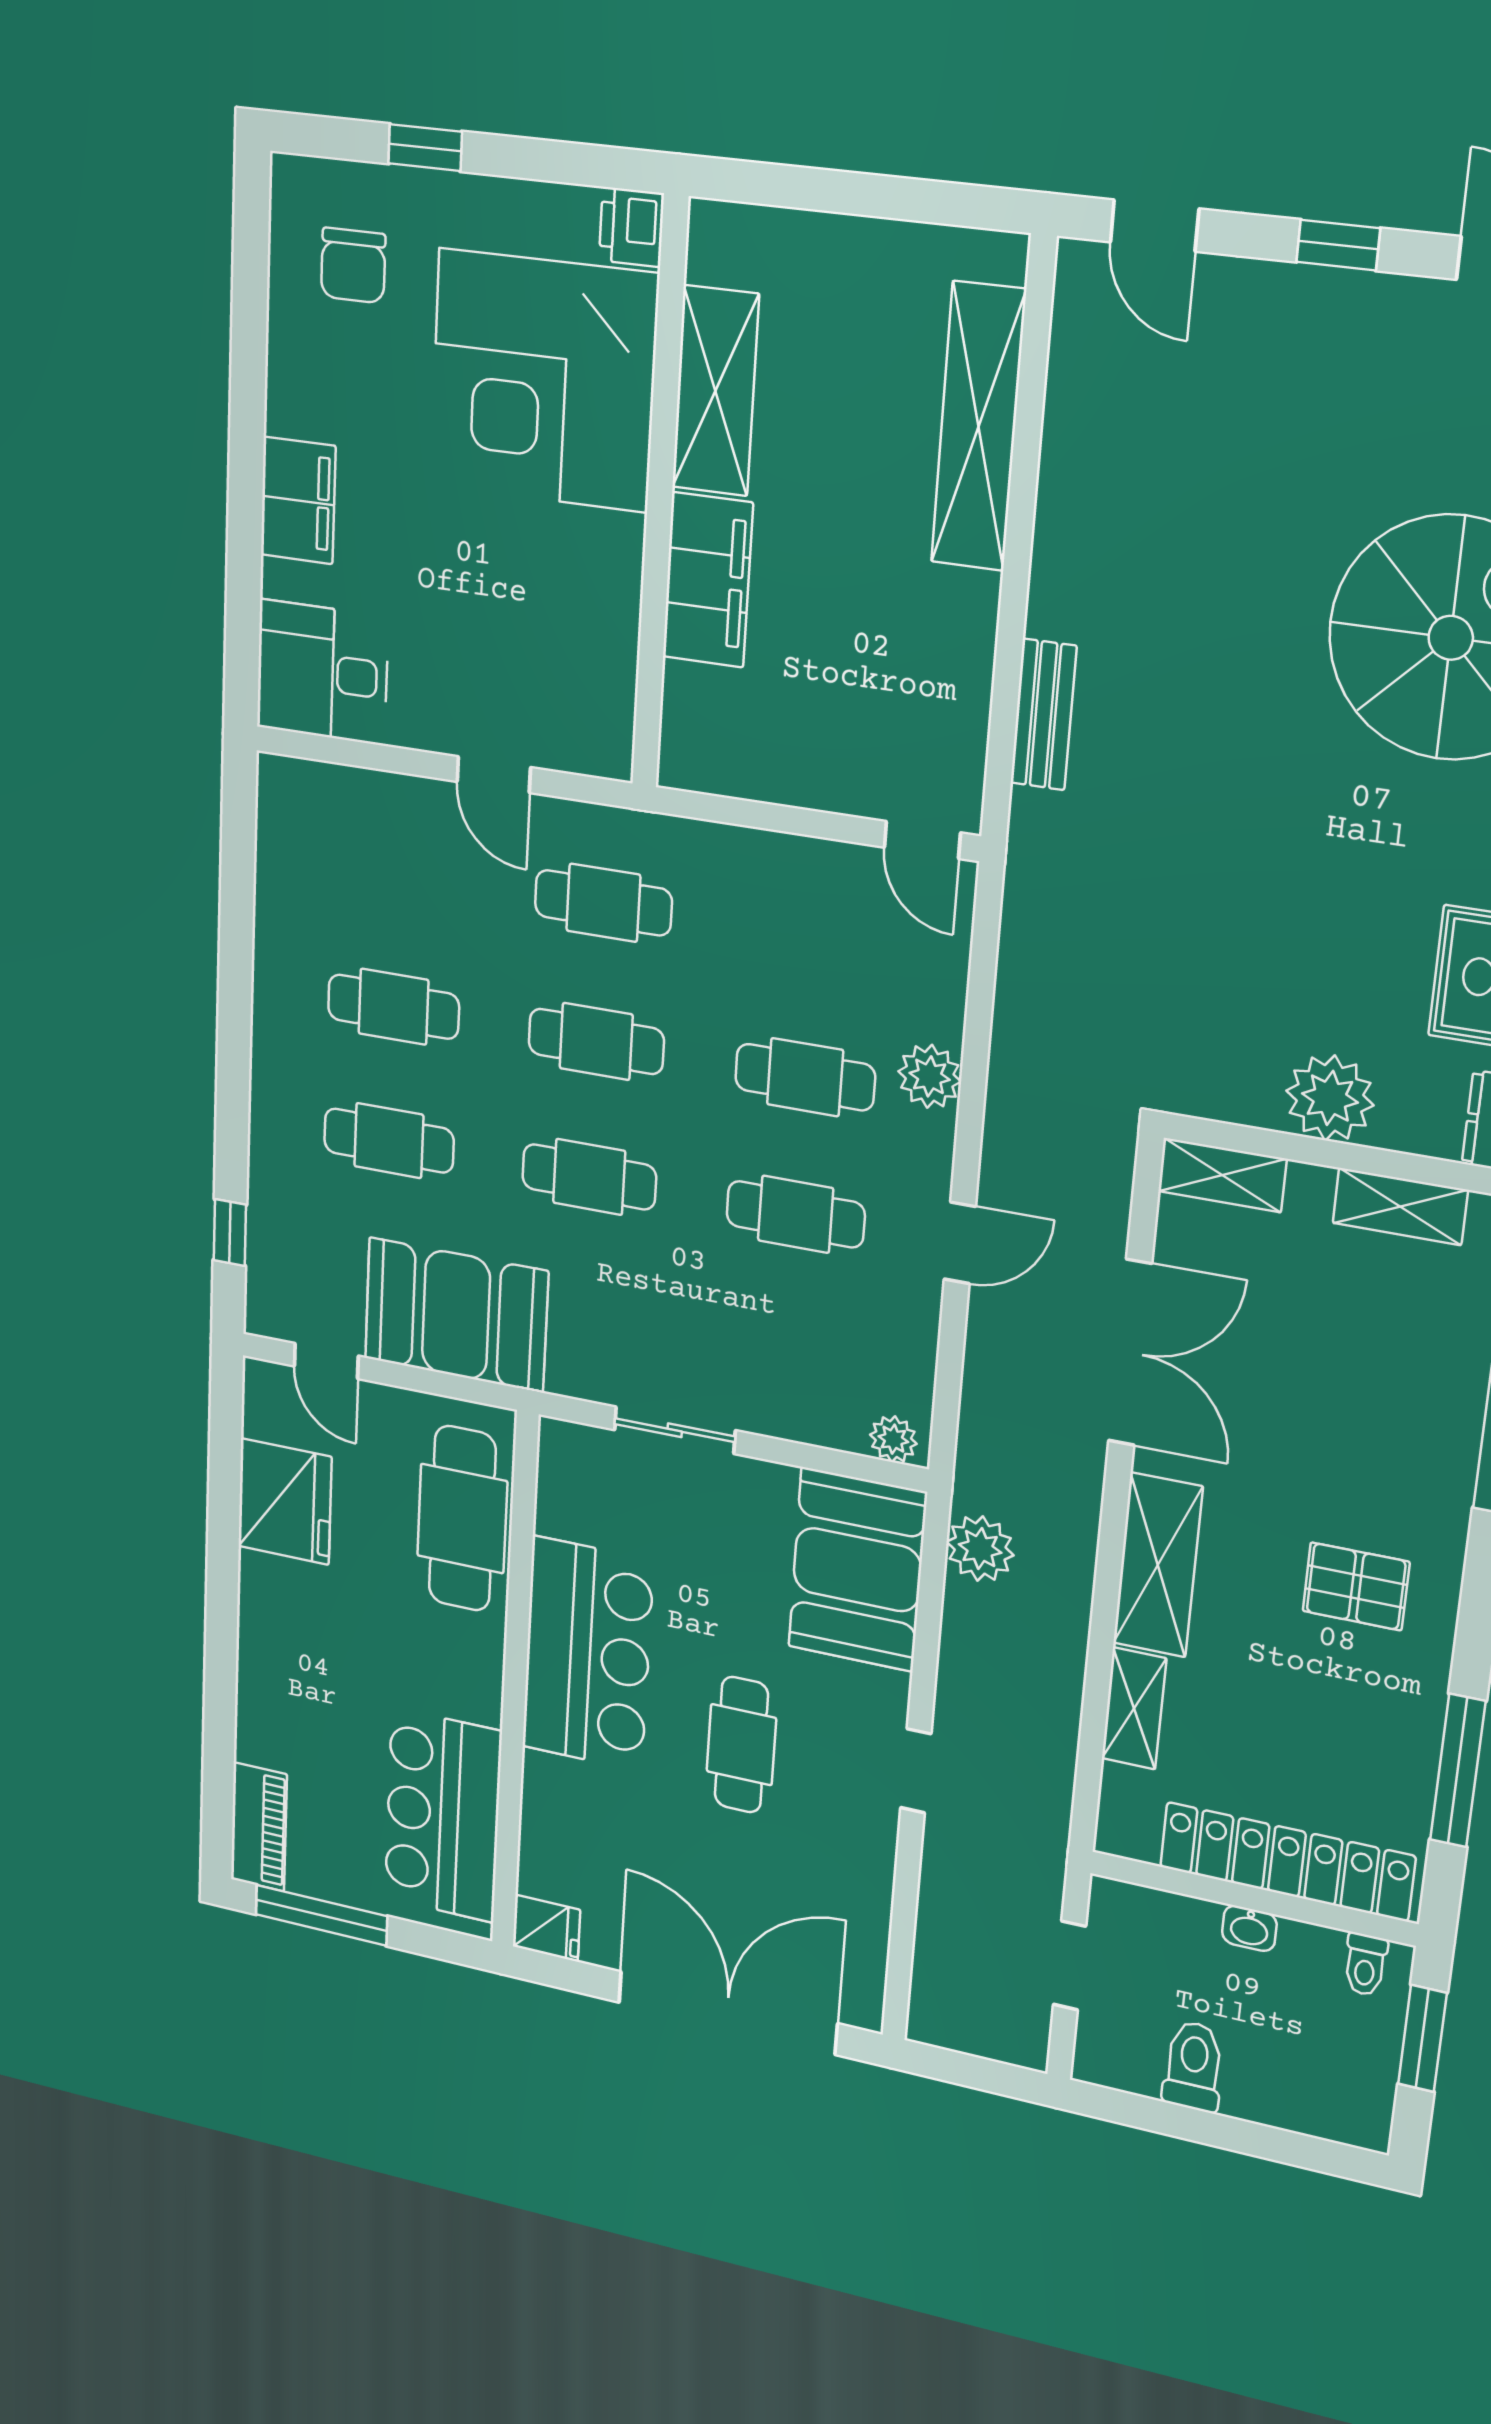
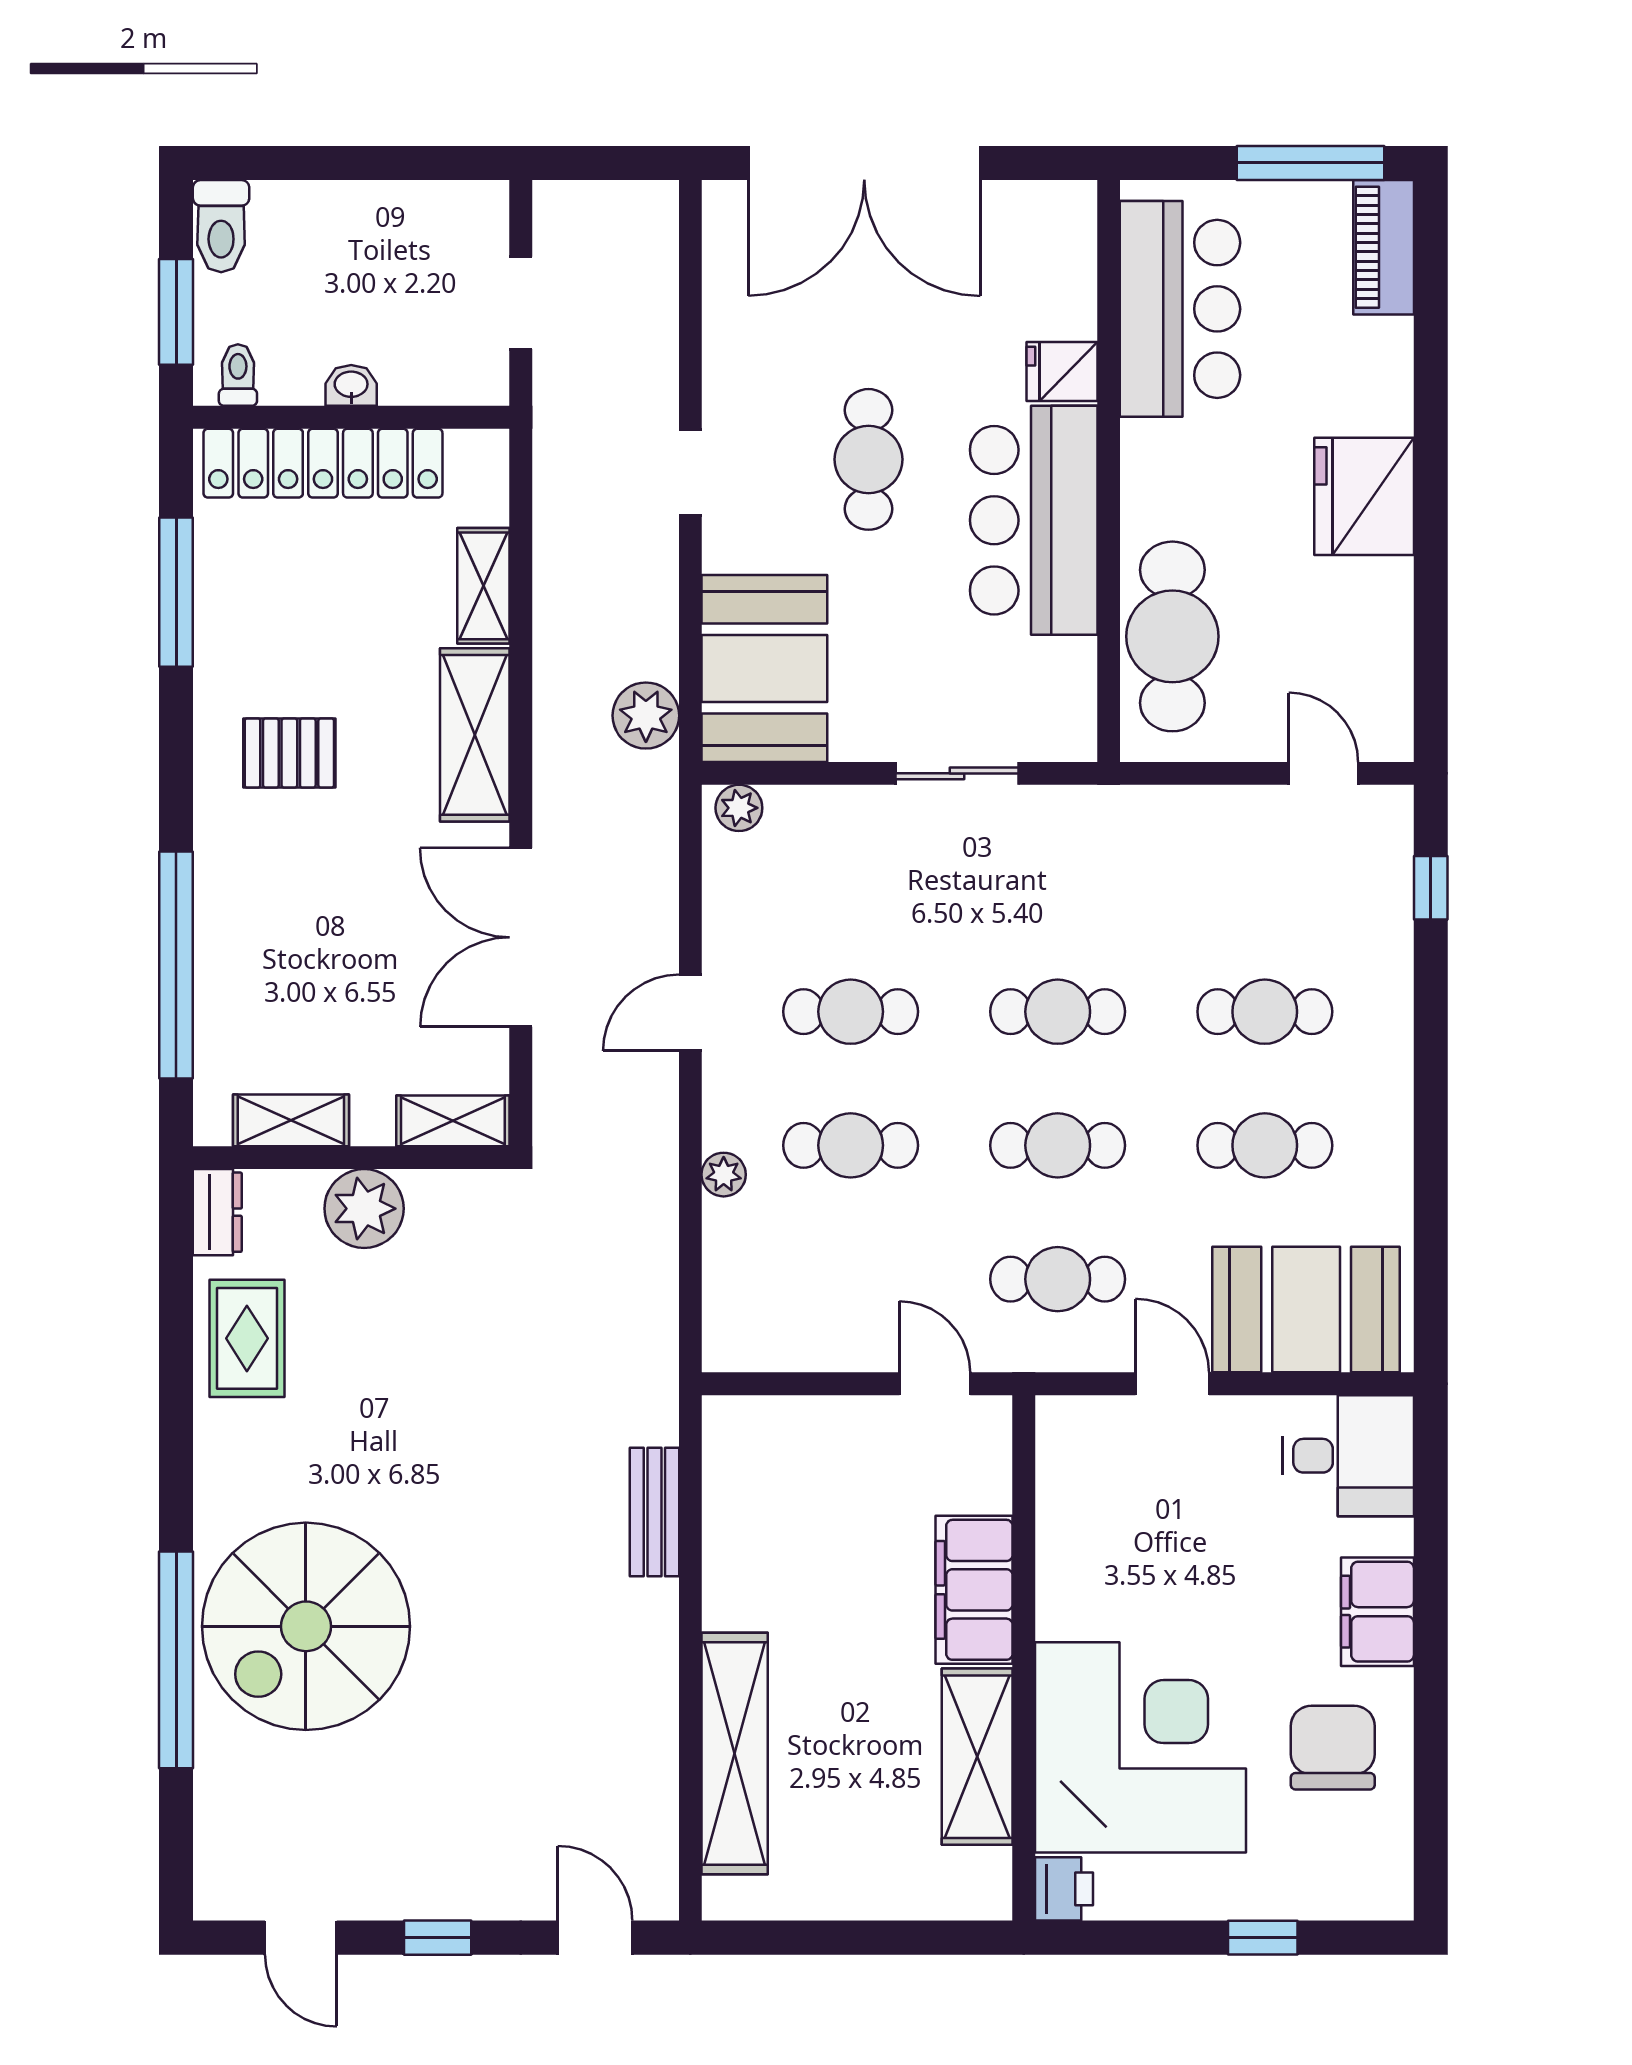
chair: (353, 265) -> (1333, 1748), moved, width x1.37, depth x1.37
door: (922, 840) -> (935, 1384), moved
plant: (930, 1076) -> (724, 1175), width x0.73, depth x0.73
booth: (456, 1315) -> (1306, 1310), moved
fridge: (285, 1502) -> (1364, 496), moved
fridge: (546, 1928) -> (1062, 372), moved
toilet: (1193, 2066) -> (221, 226), moved

